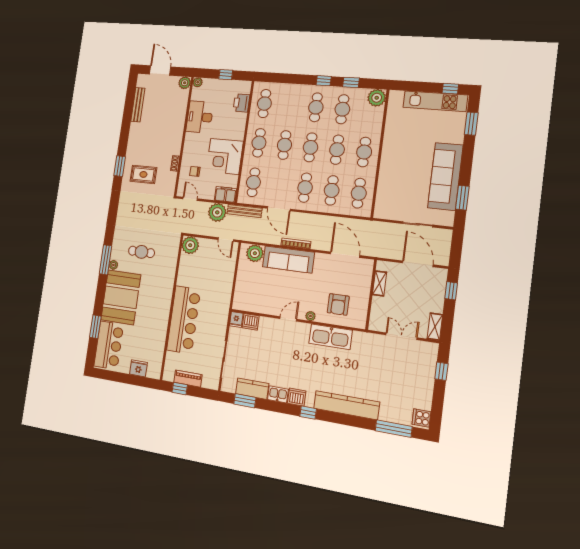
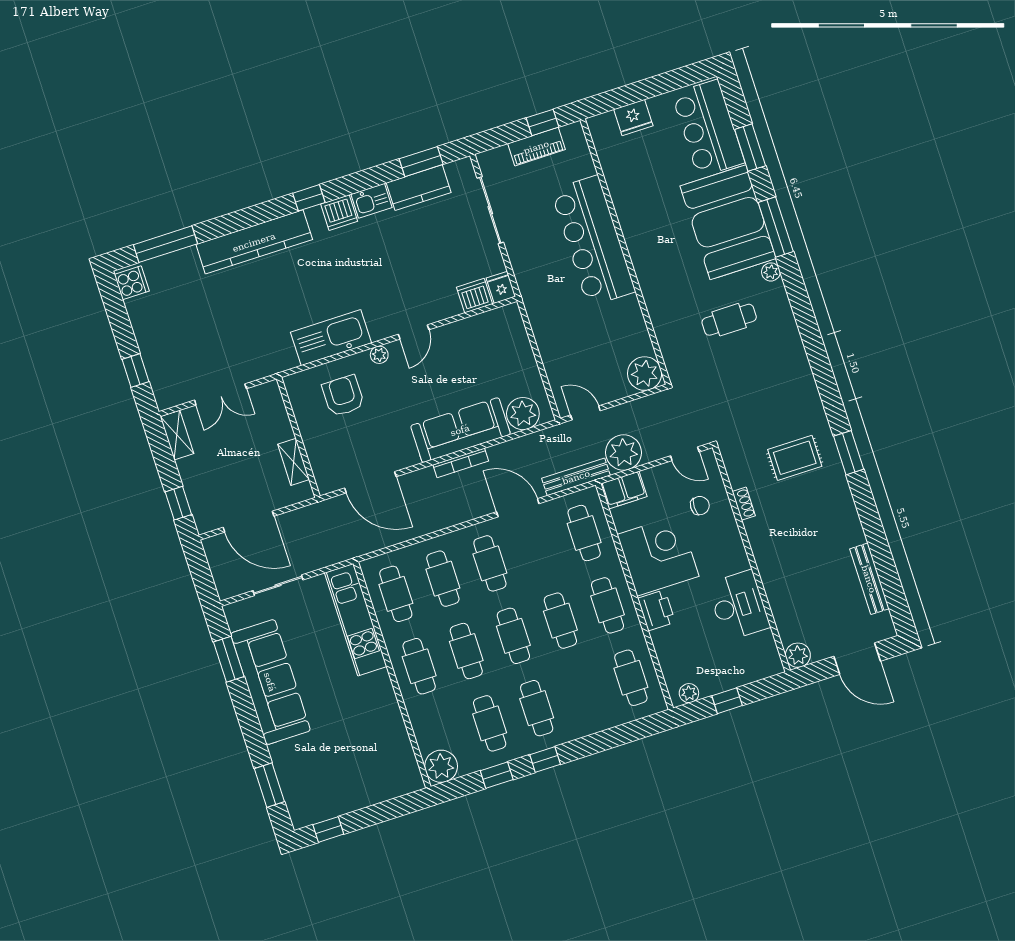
plant: (198, 82) -> (689, 693), moved
kitchen unit: (435, 101) -> (356, 620), moved, turned -90
printer: (241, 103) -> (656, 610), moved
window: (106, 260) -> (776, 227), moved

